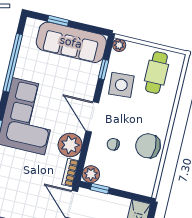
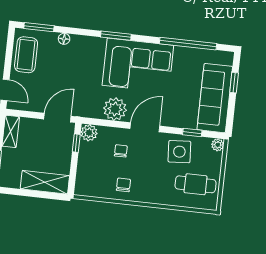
chair: (148, 146) -> (123, 185), width x0.54, depth x0.54
bookcase: (70, 173) -> (88, 112), removed

